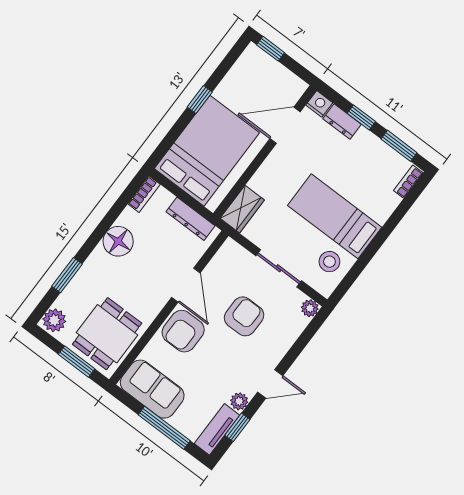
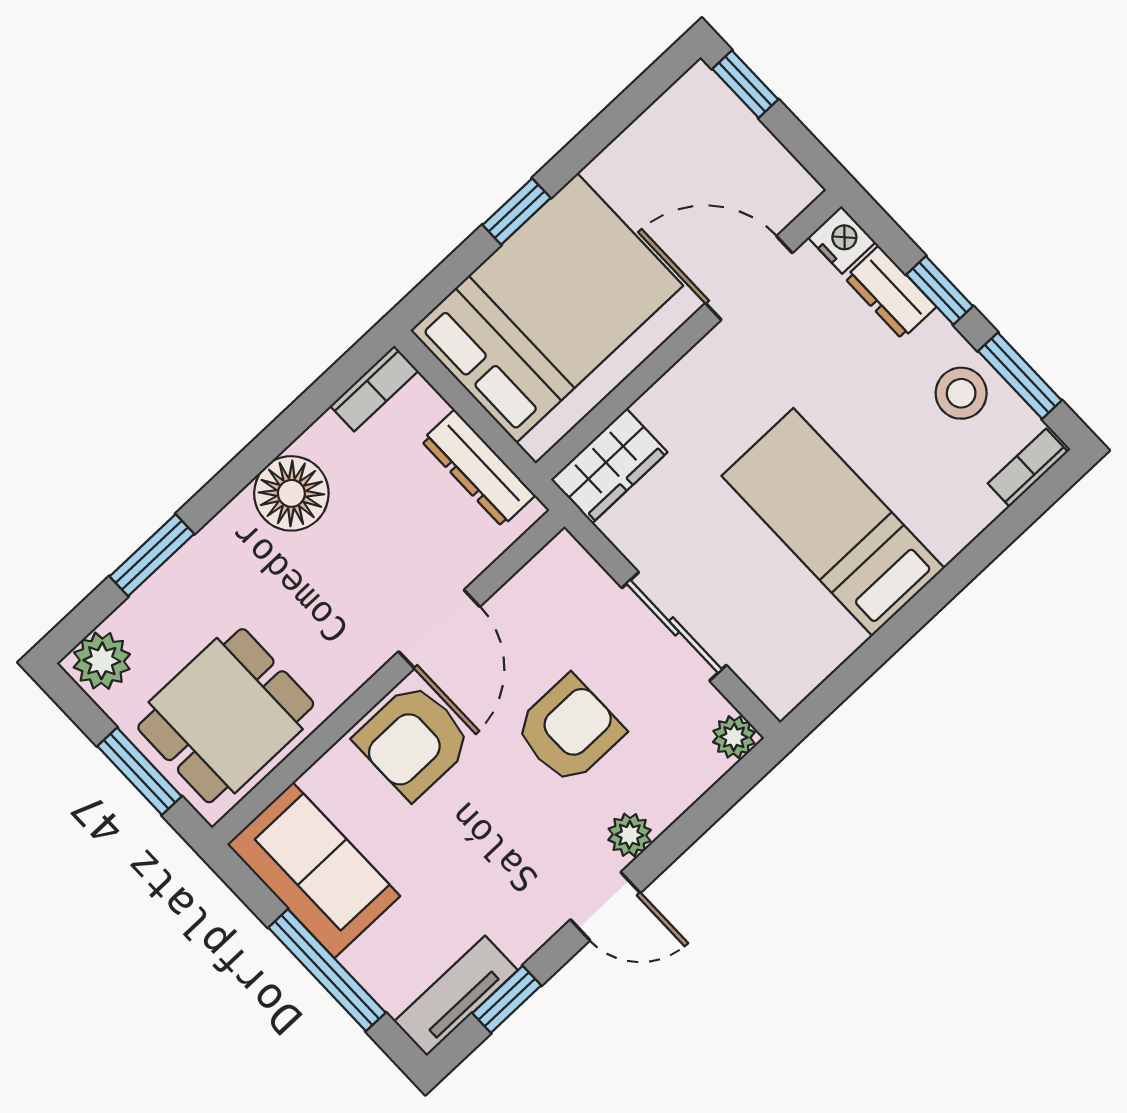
window: (200, 100) -> (517, 211), moved
stool: (329, 262) -> (961, 393), moved
plant: (239, 401) -> (630, 835), moved

